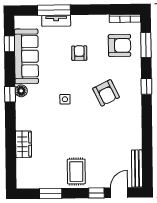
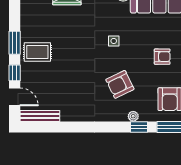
plant: (136, 80) -> (133, 116), added
window: (146, 86) -> (139, 127), moved
window: (51, 193) -> (15, 43), moved

